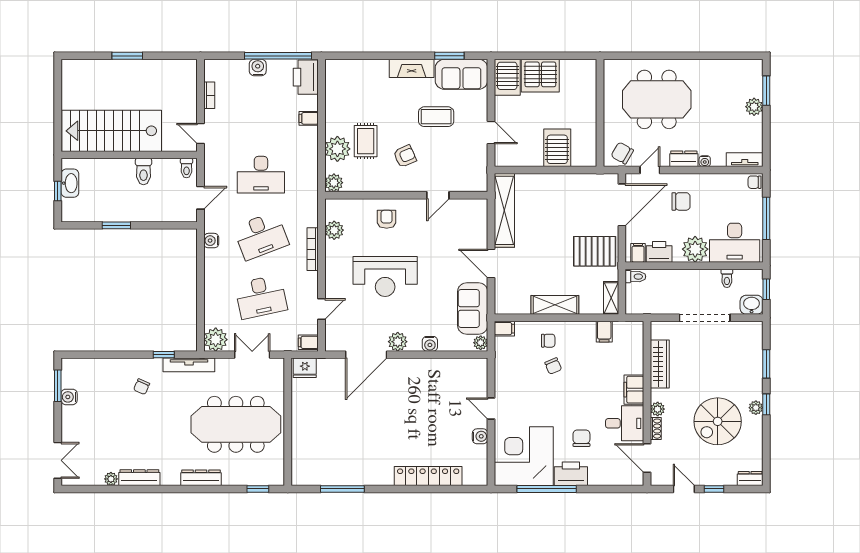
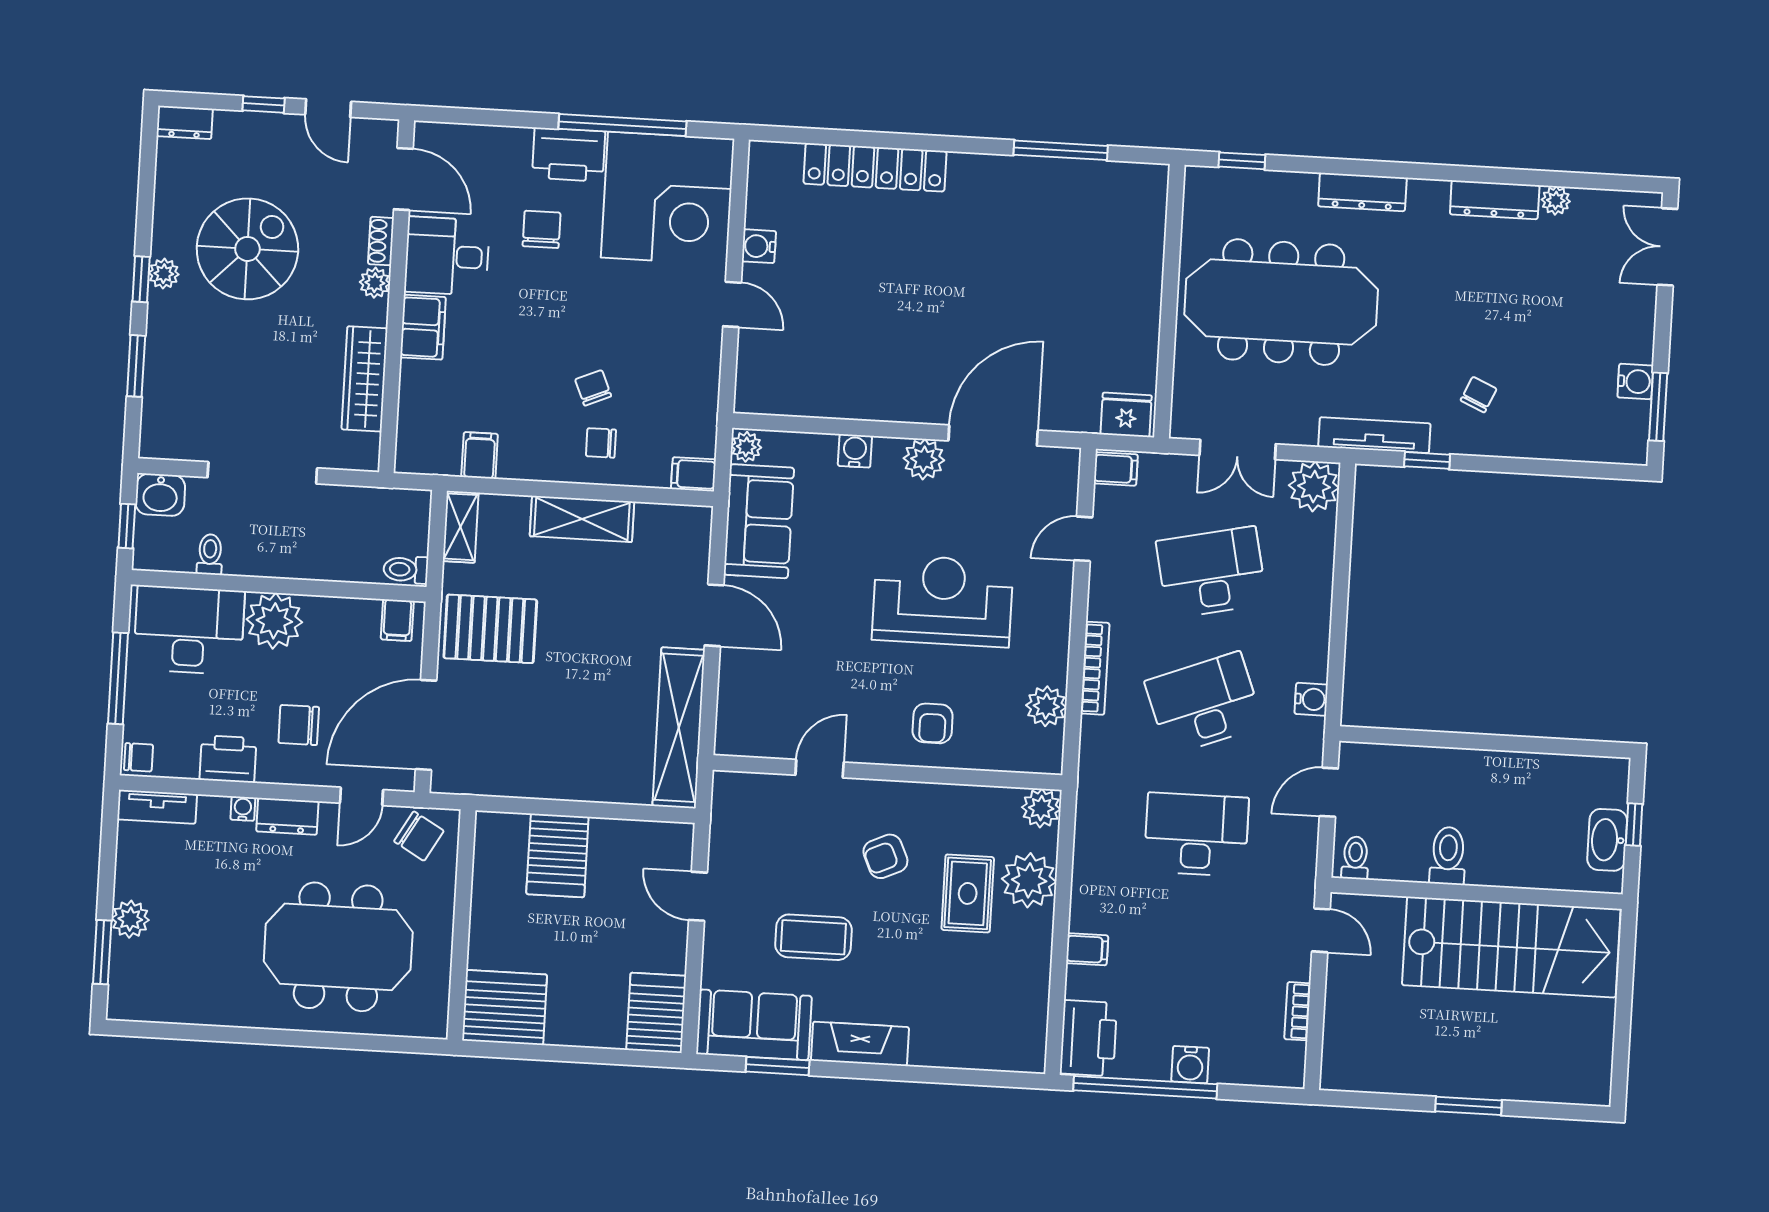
server rack: (540, 76) -> (504, 1008), moved
window: (116, 225) -> (1513, 744), removed
printer: (659, 252) -> (228, 759), moved, turned 180
chair: (581, 438) -> (542, 229), turned 180

